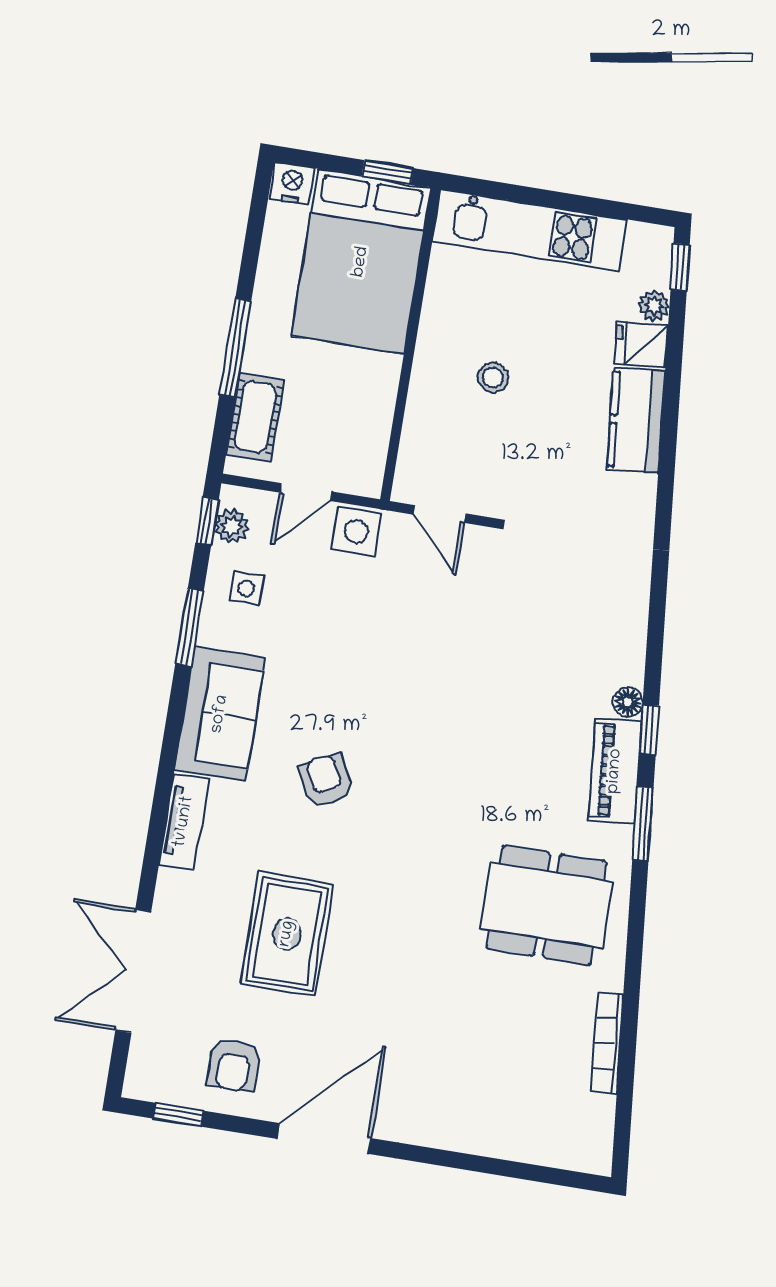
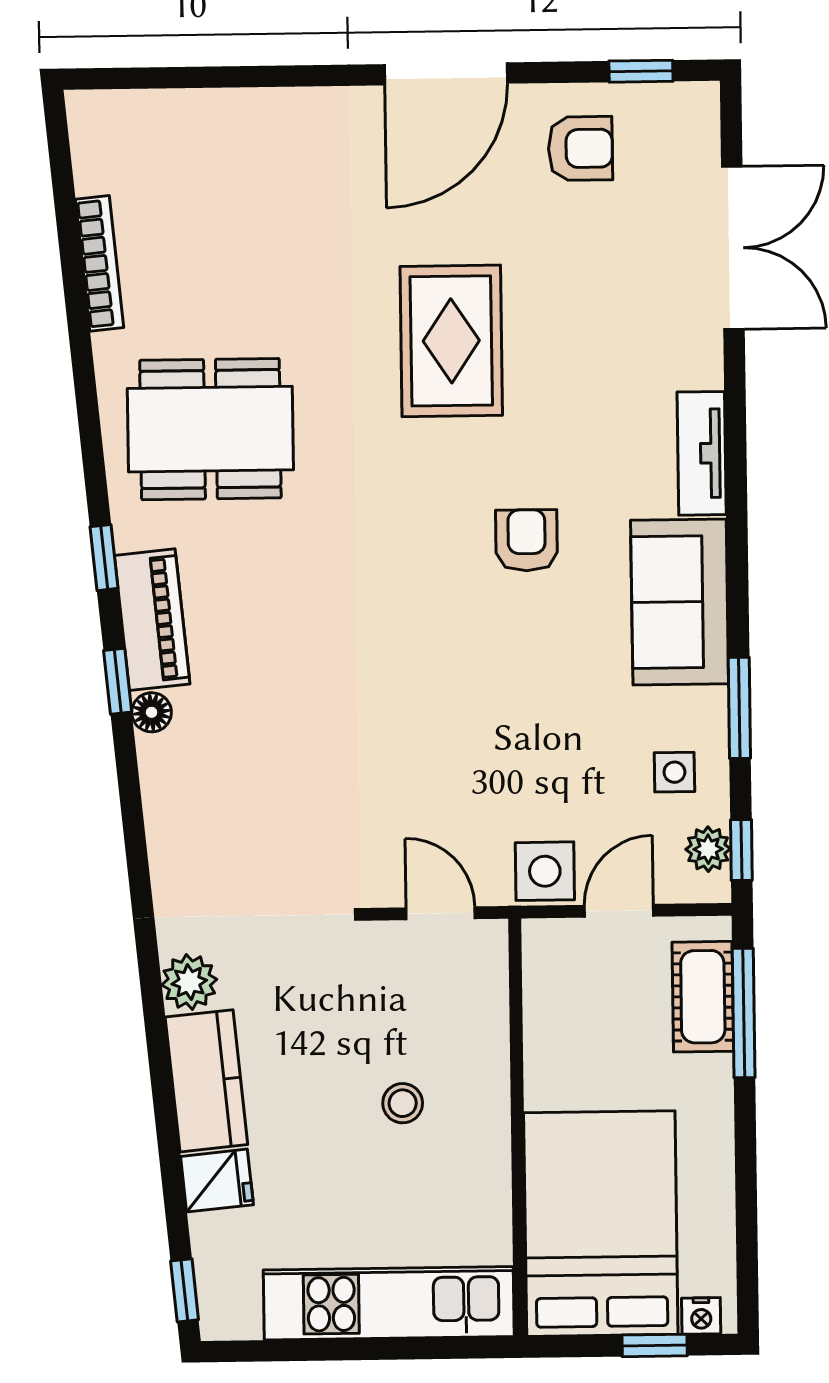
window: (388, 172) -> (655, 1345), moved
nightstand: (292, 183) -> (701, 1316), width x0.72, depth x0.74
plant: (654, 306) -> (189, 982), moved, width x1.38, depth x1.38
window: (235, 348) -> (744, 1013), moved
armchair: (326, 780) -> (527, 540), turned -153
window: (643, 824) -> (104, 558), width x0.67
rug: (287, 934) -> (451, 341), moved
armchair: (234, 1065) -> (580, 148), turned 90

